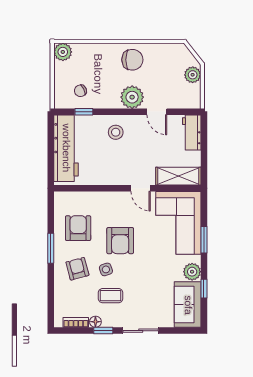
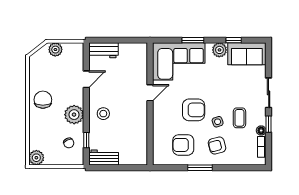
plant: (132, 97) -> (74, 115), moved
workbench: (66, 148) -> (104, 158), width x0.53, depth x0.76
shelving: (178, 176) -> (140, 61), removed

